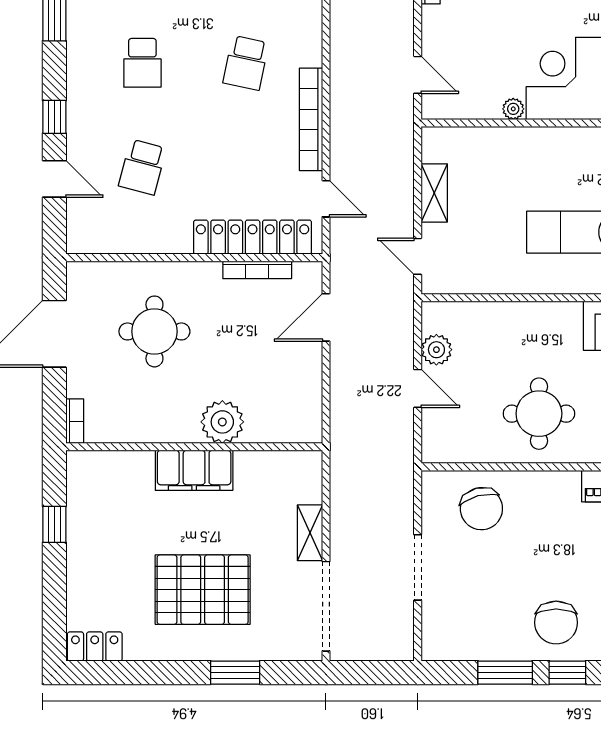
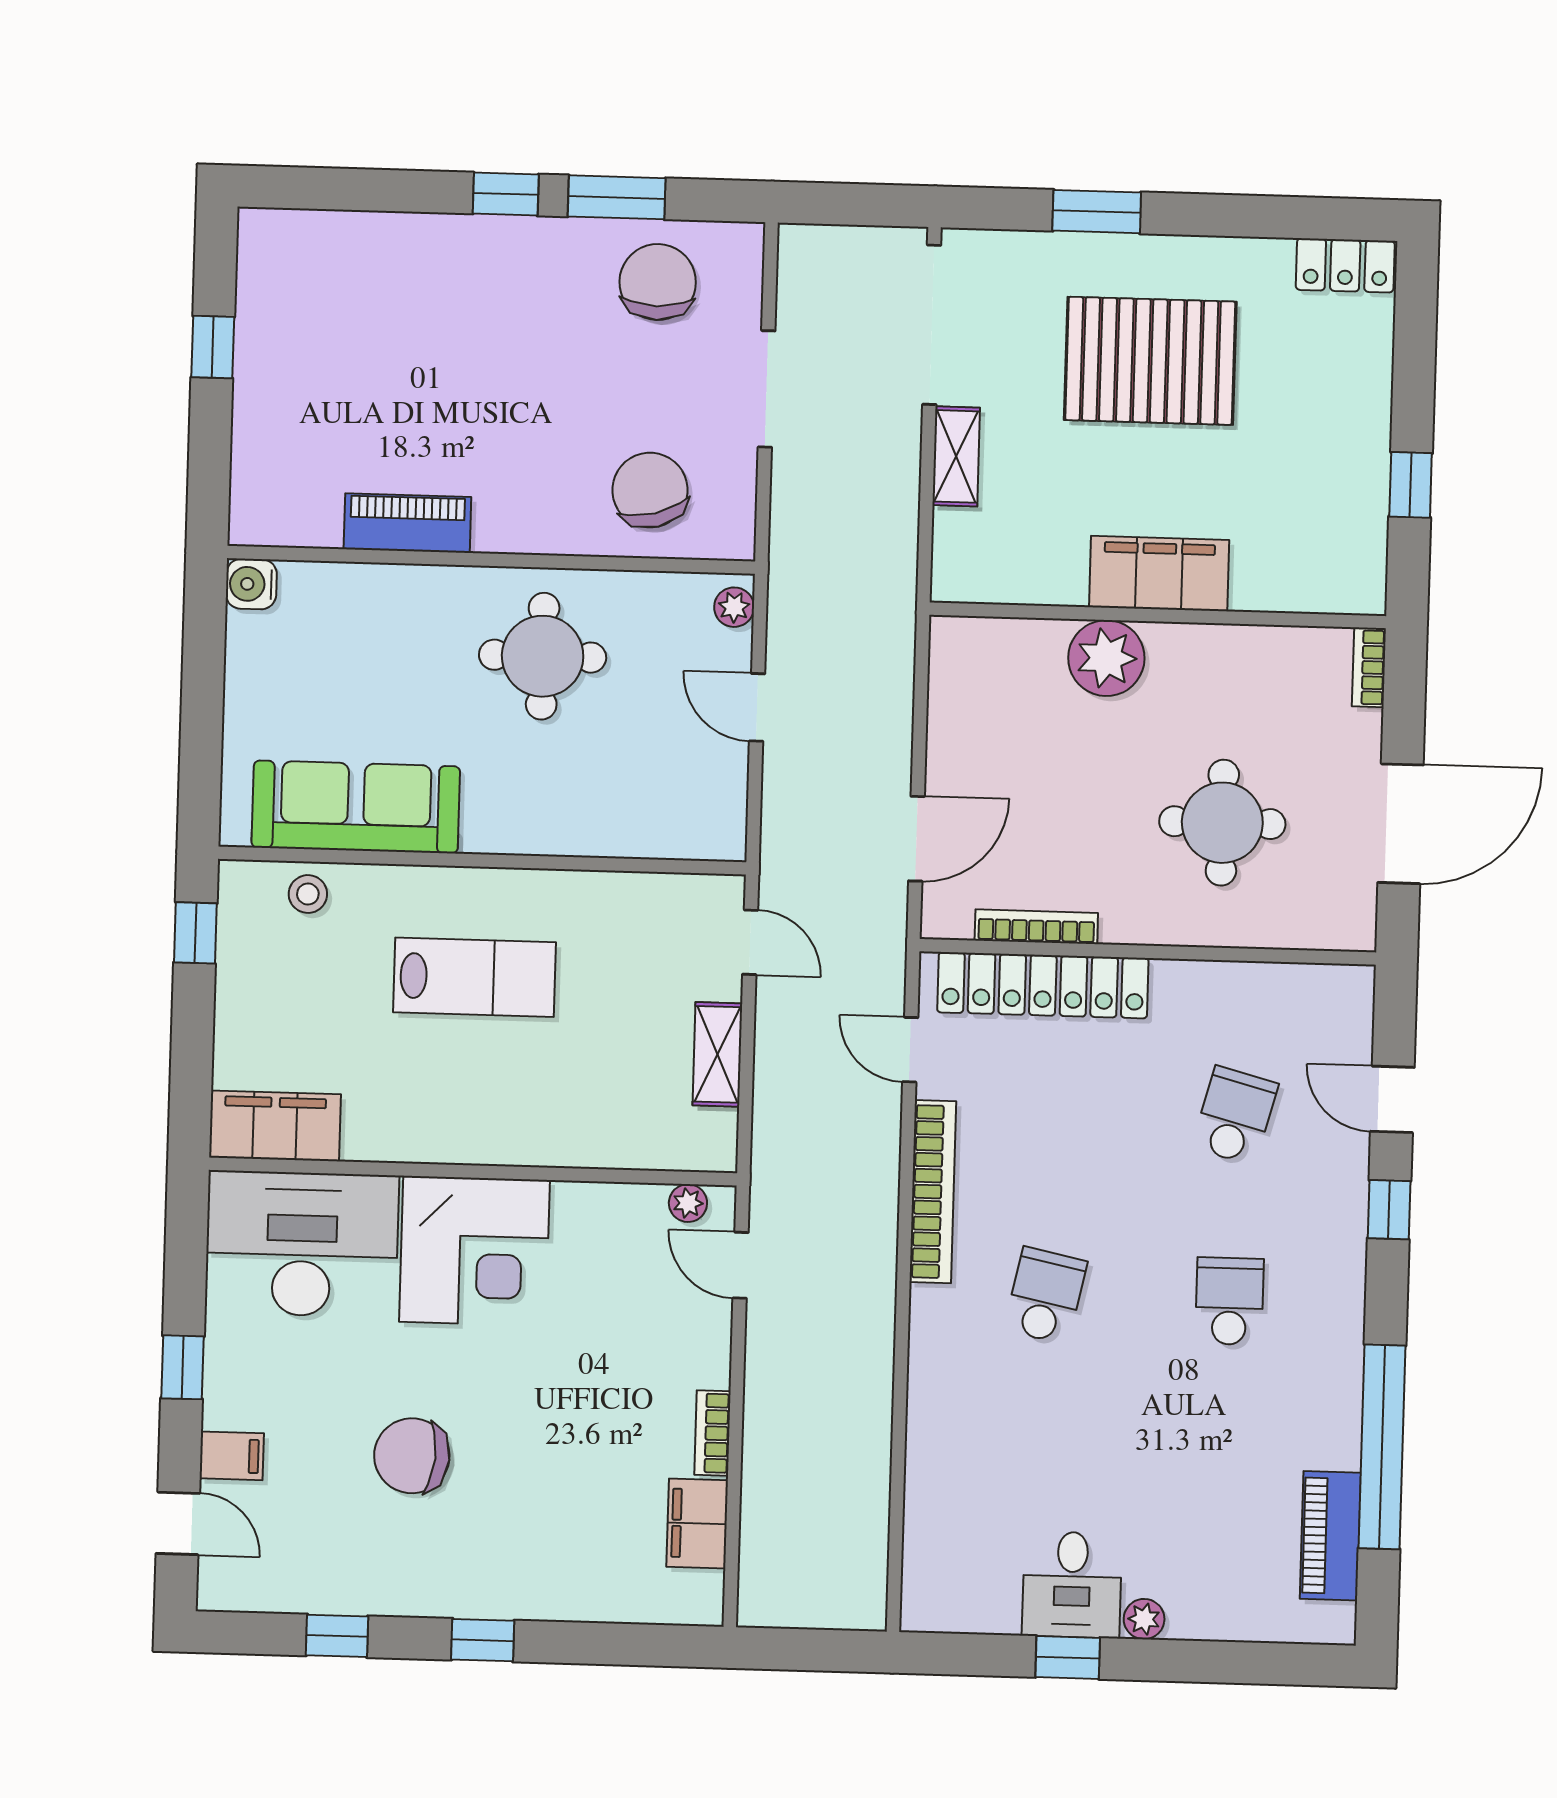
plant: (513, 109) -> (688, 1203), moved
plant: (436, 350) -> (734, 607), moved, width x0.73, depth x0.73
chair: (556, 623) -> (658, 282), moved

